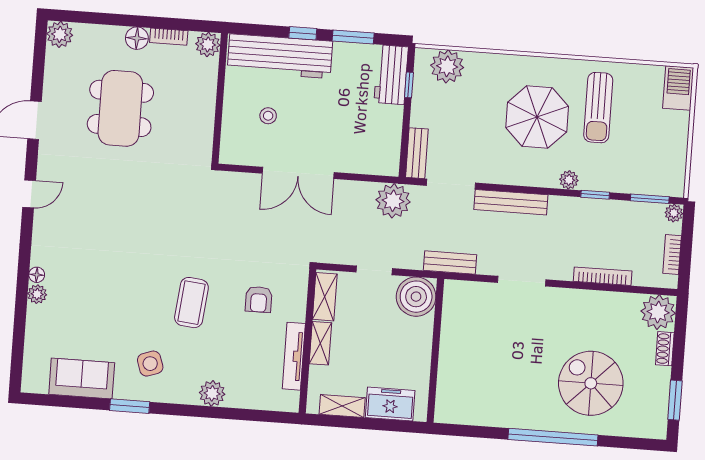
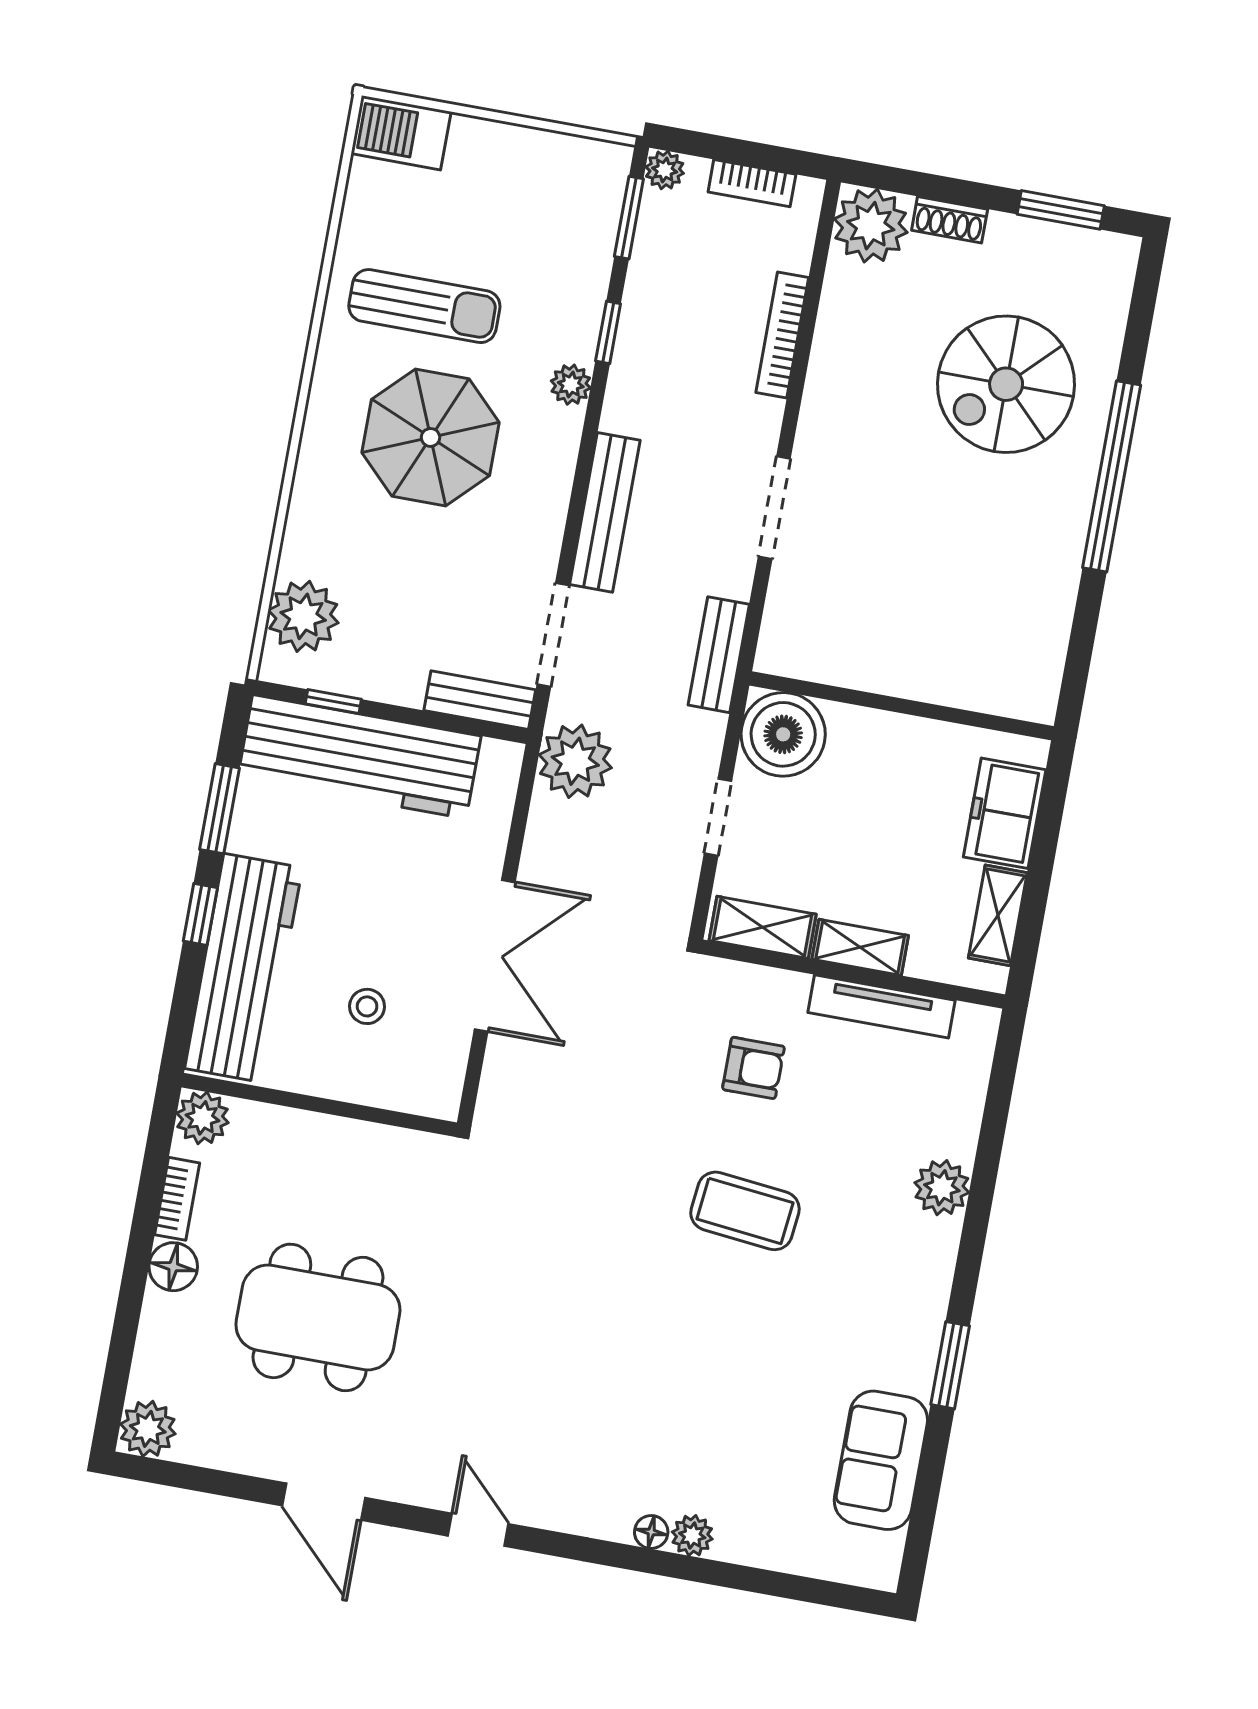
workbench: (391, 75) -> (359, 757), width x1.88, depth x1.32
side table: (150, 364) -> (865, 1312), removed

